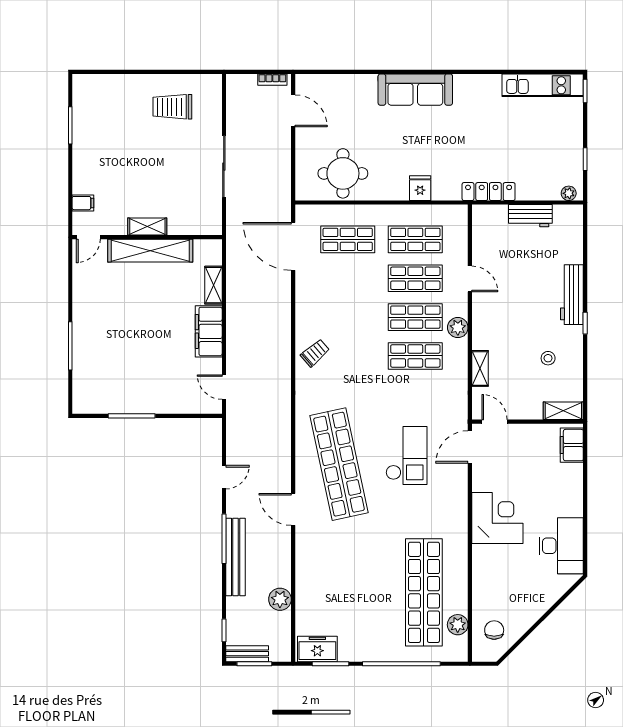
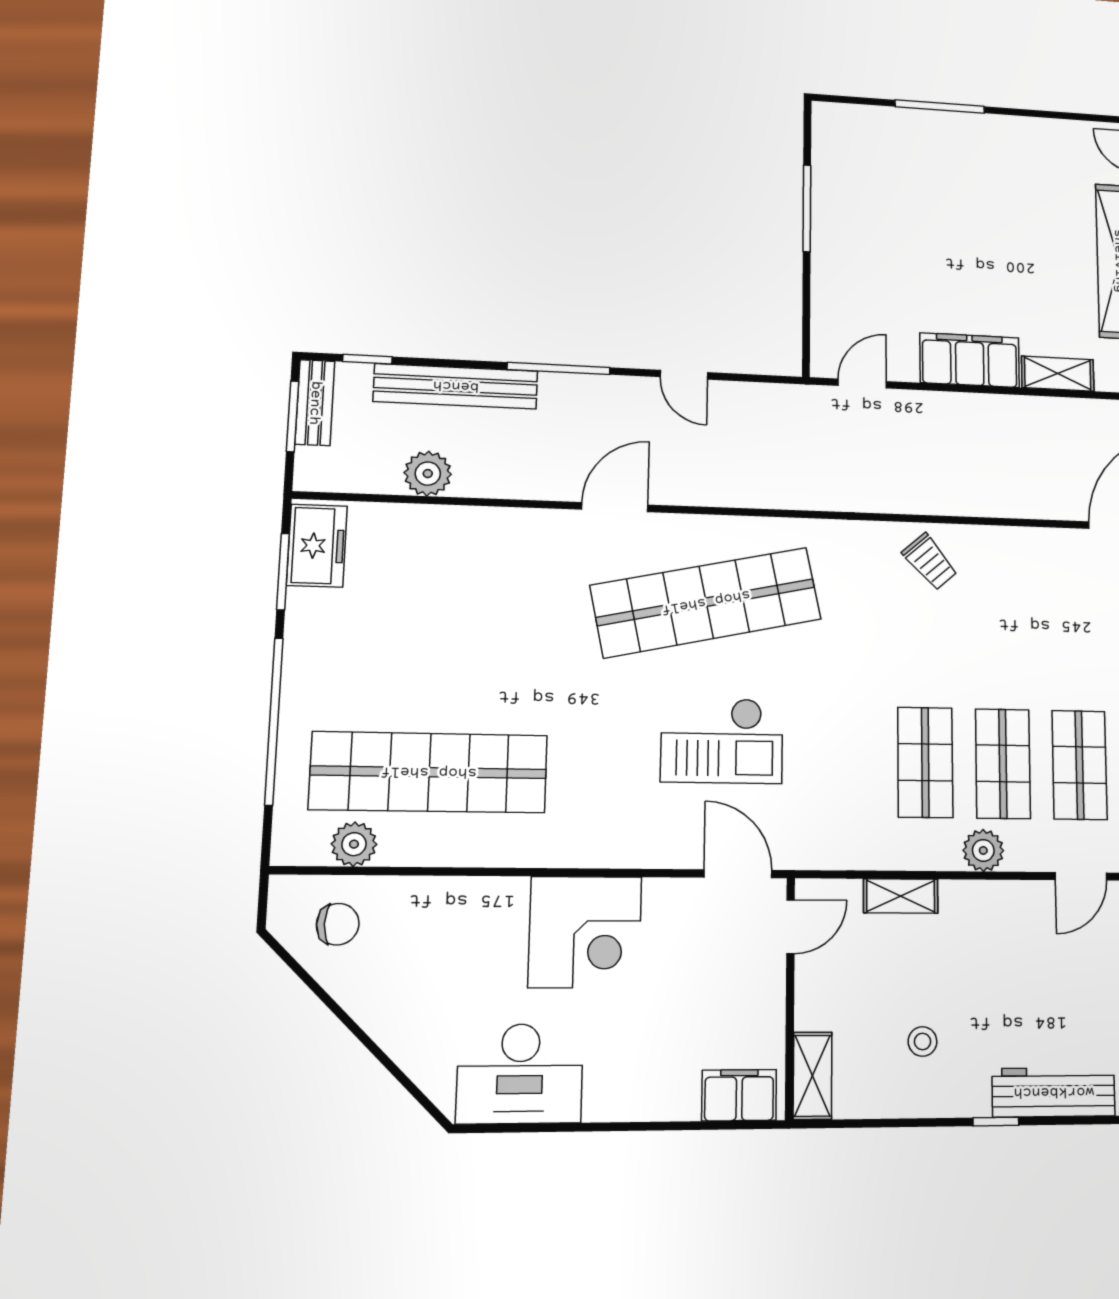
bench: (236, 557) -> (456, 386), moved

